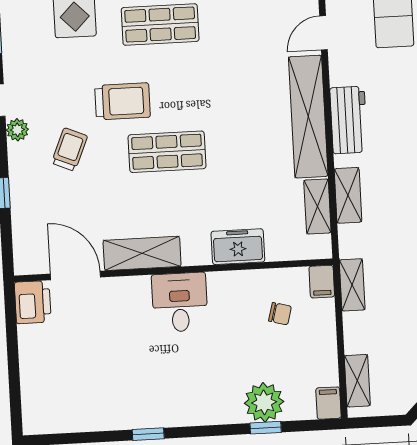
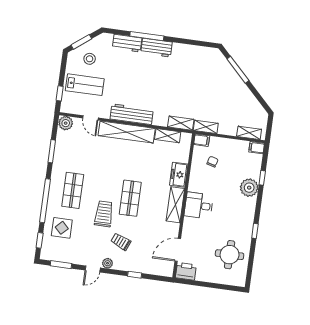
workbench: (349, 120) -> (132, 114), width x1.37
shelving: (348, 195) -> (181, 123), moved
shelving: (142, 253) -> (175, 205), moved
round table: (87, 389) -> (230, 255), added
plant: (264, 402) -> (249, 188), moved

